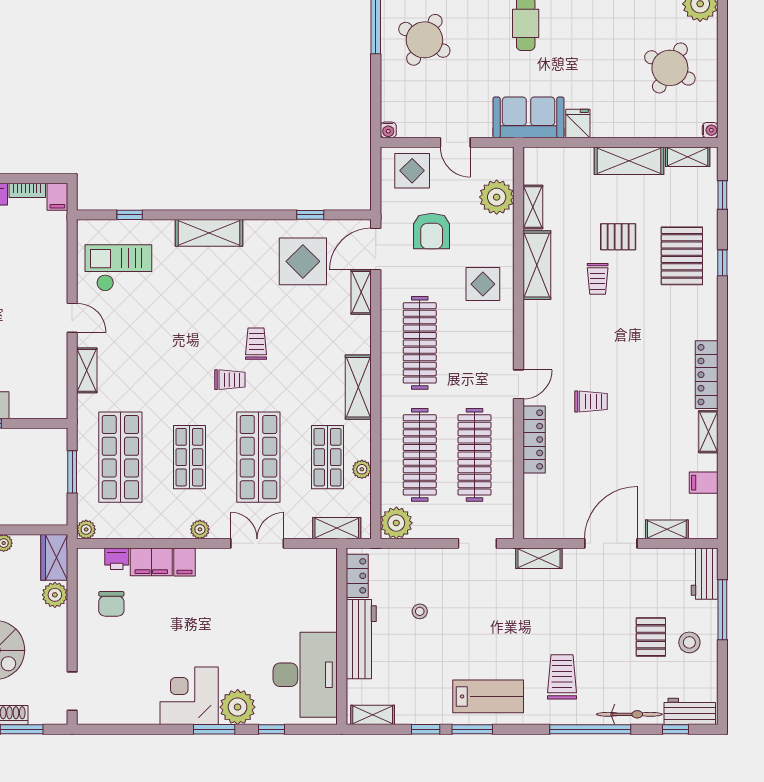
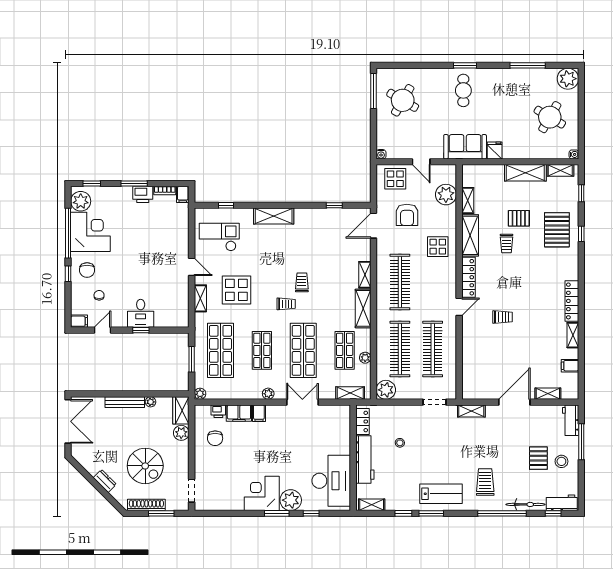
display table: (303, 261) -> (236, 290), moved
shelving: (361, 292) -> (365, 275), moved
locker: (534, 440) -> (468, 277), moved

